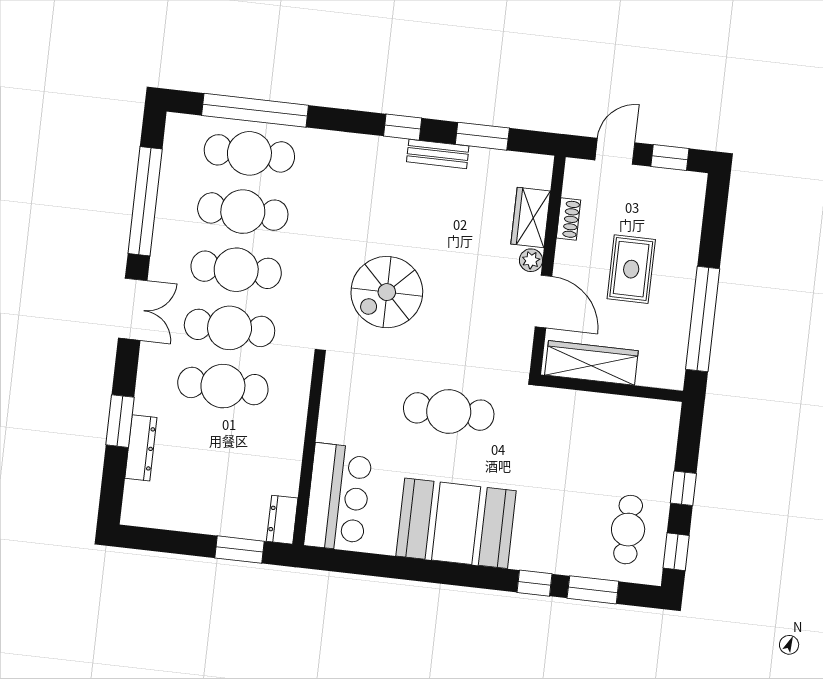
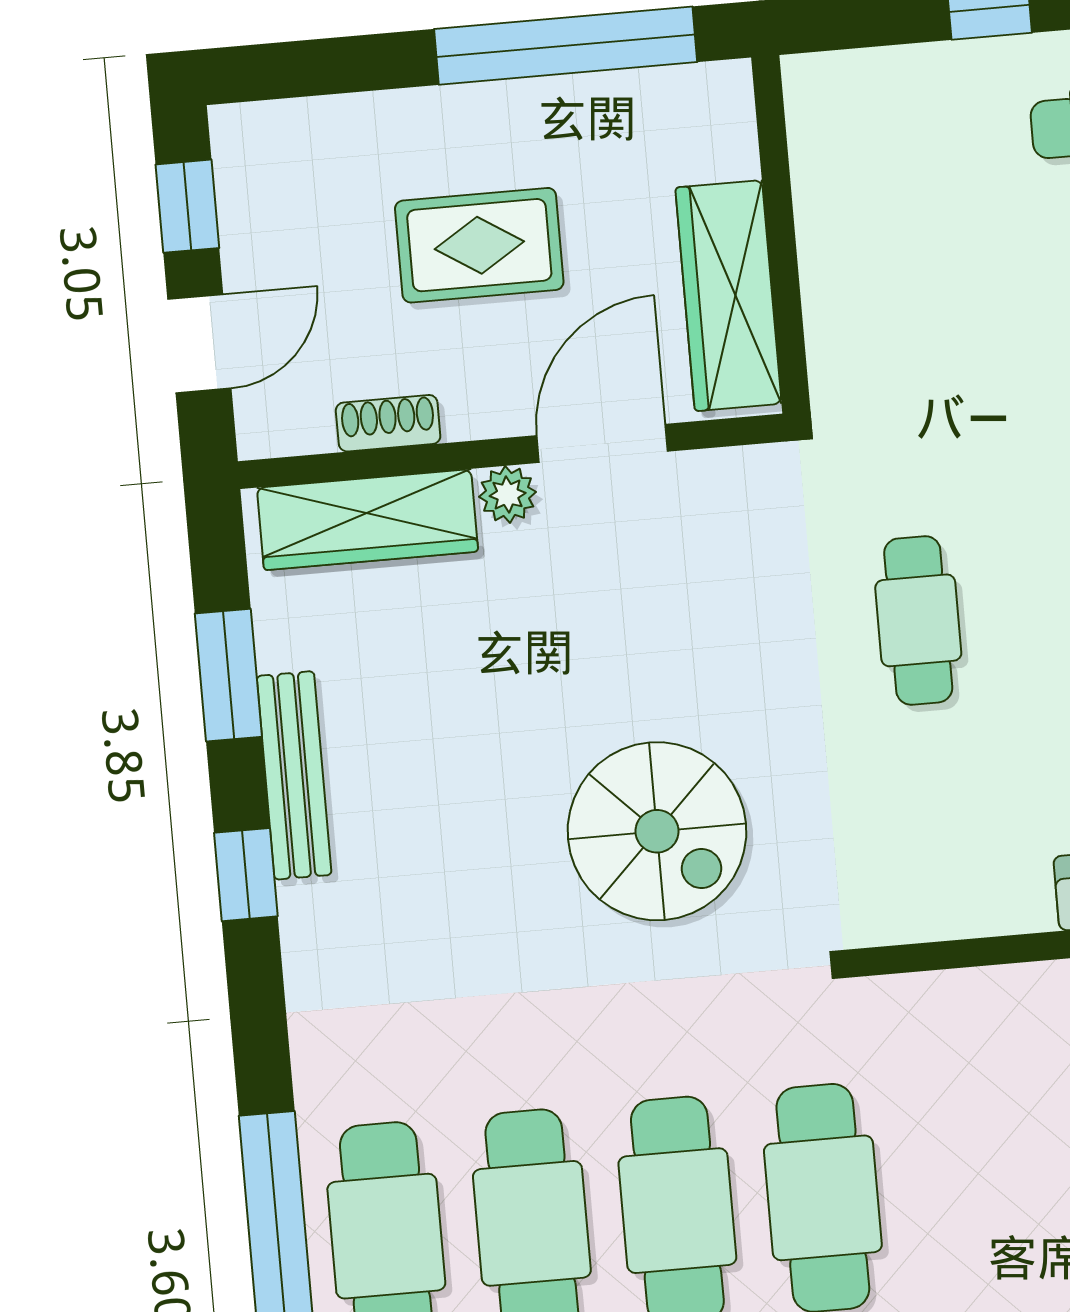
door: (615, 151) -> (199, 344), swing flipped
bench: (438, 154) -> (294, 775), width x1.36
wardrobe: (531, 217) -> (367, 520), width x1.50
cafe table: (223, 386) -> (968, 1185), removed
cafe table: (449, 411) -> (918, 620), width x0.73, depth x0.74

